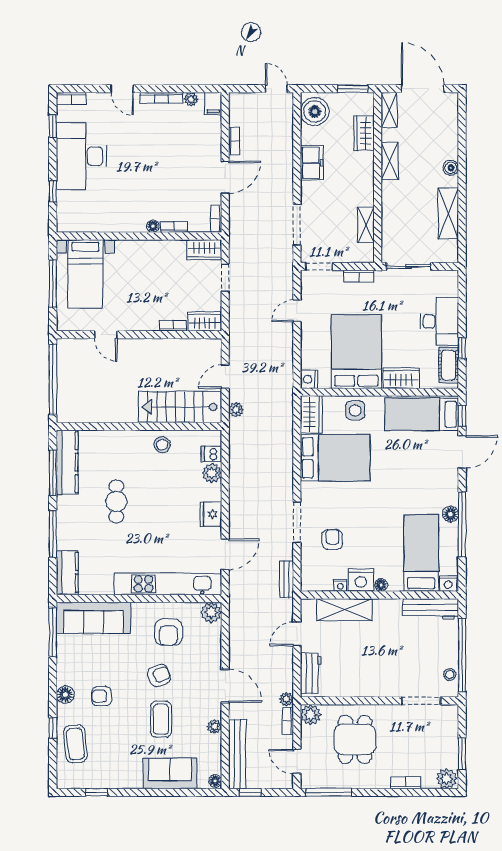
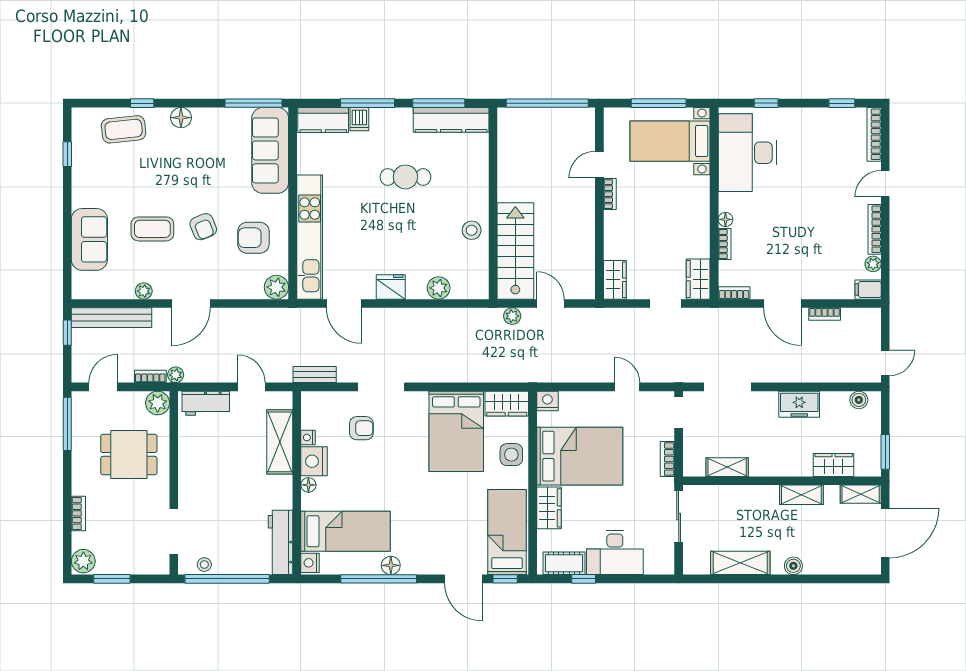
bookcase: (71, 98) -> (874, 134), width x1.56
boiler: (315, 112) -> (859, 400), width x0.54, depth x0.54
desk: (82, 156) -> (747, 153), moved, turned -90
bookcase: (173, 326) -> (610, 194), moved
dishwasher: (211, 454) -> (359, 119), moved, turned 180
armchair: (102, 696) -> (179, 160), removed
floor lamp: (215, 781) -> (81, 292), removed

